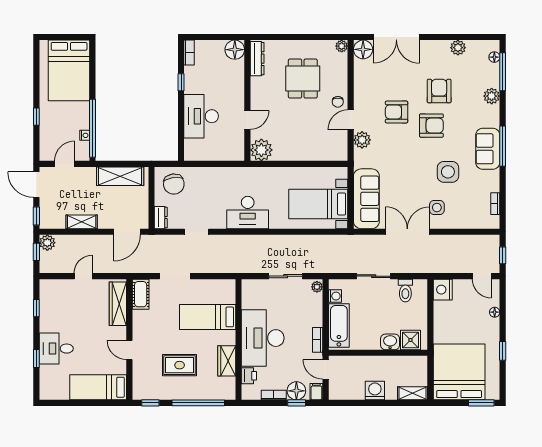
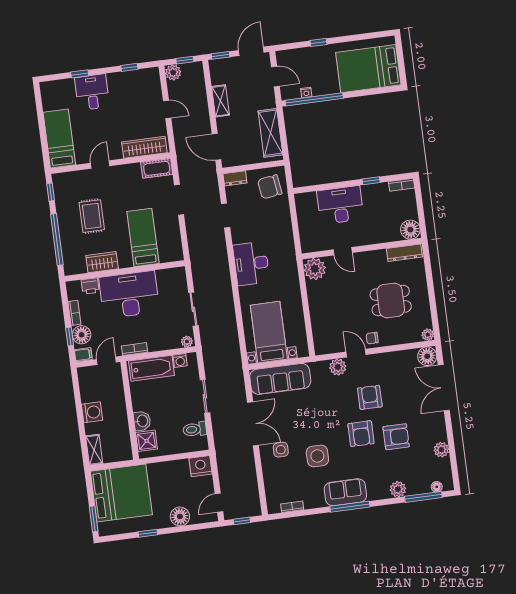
plant: (47, 243) -> (173, 72), moved
floor lamp: (495, 312) -> (180, 516), width x1.89, depth x1.89

